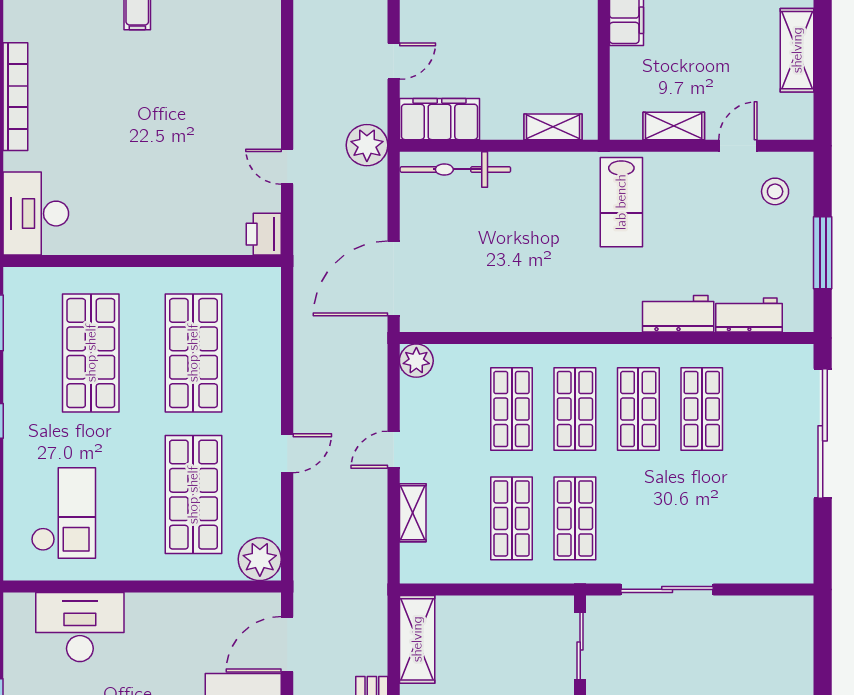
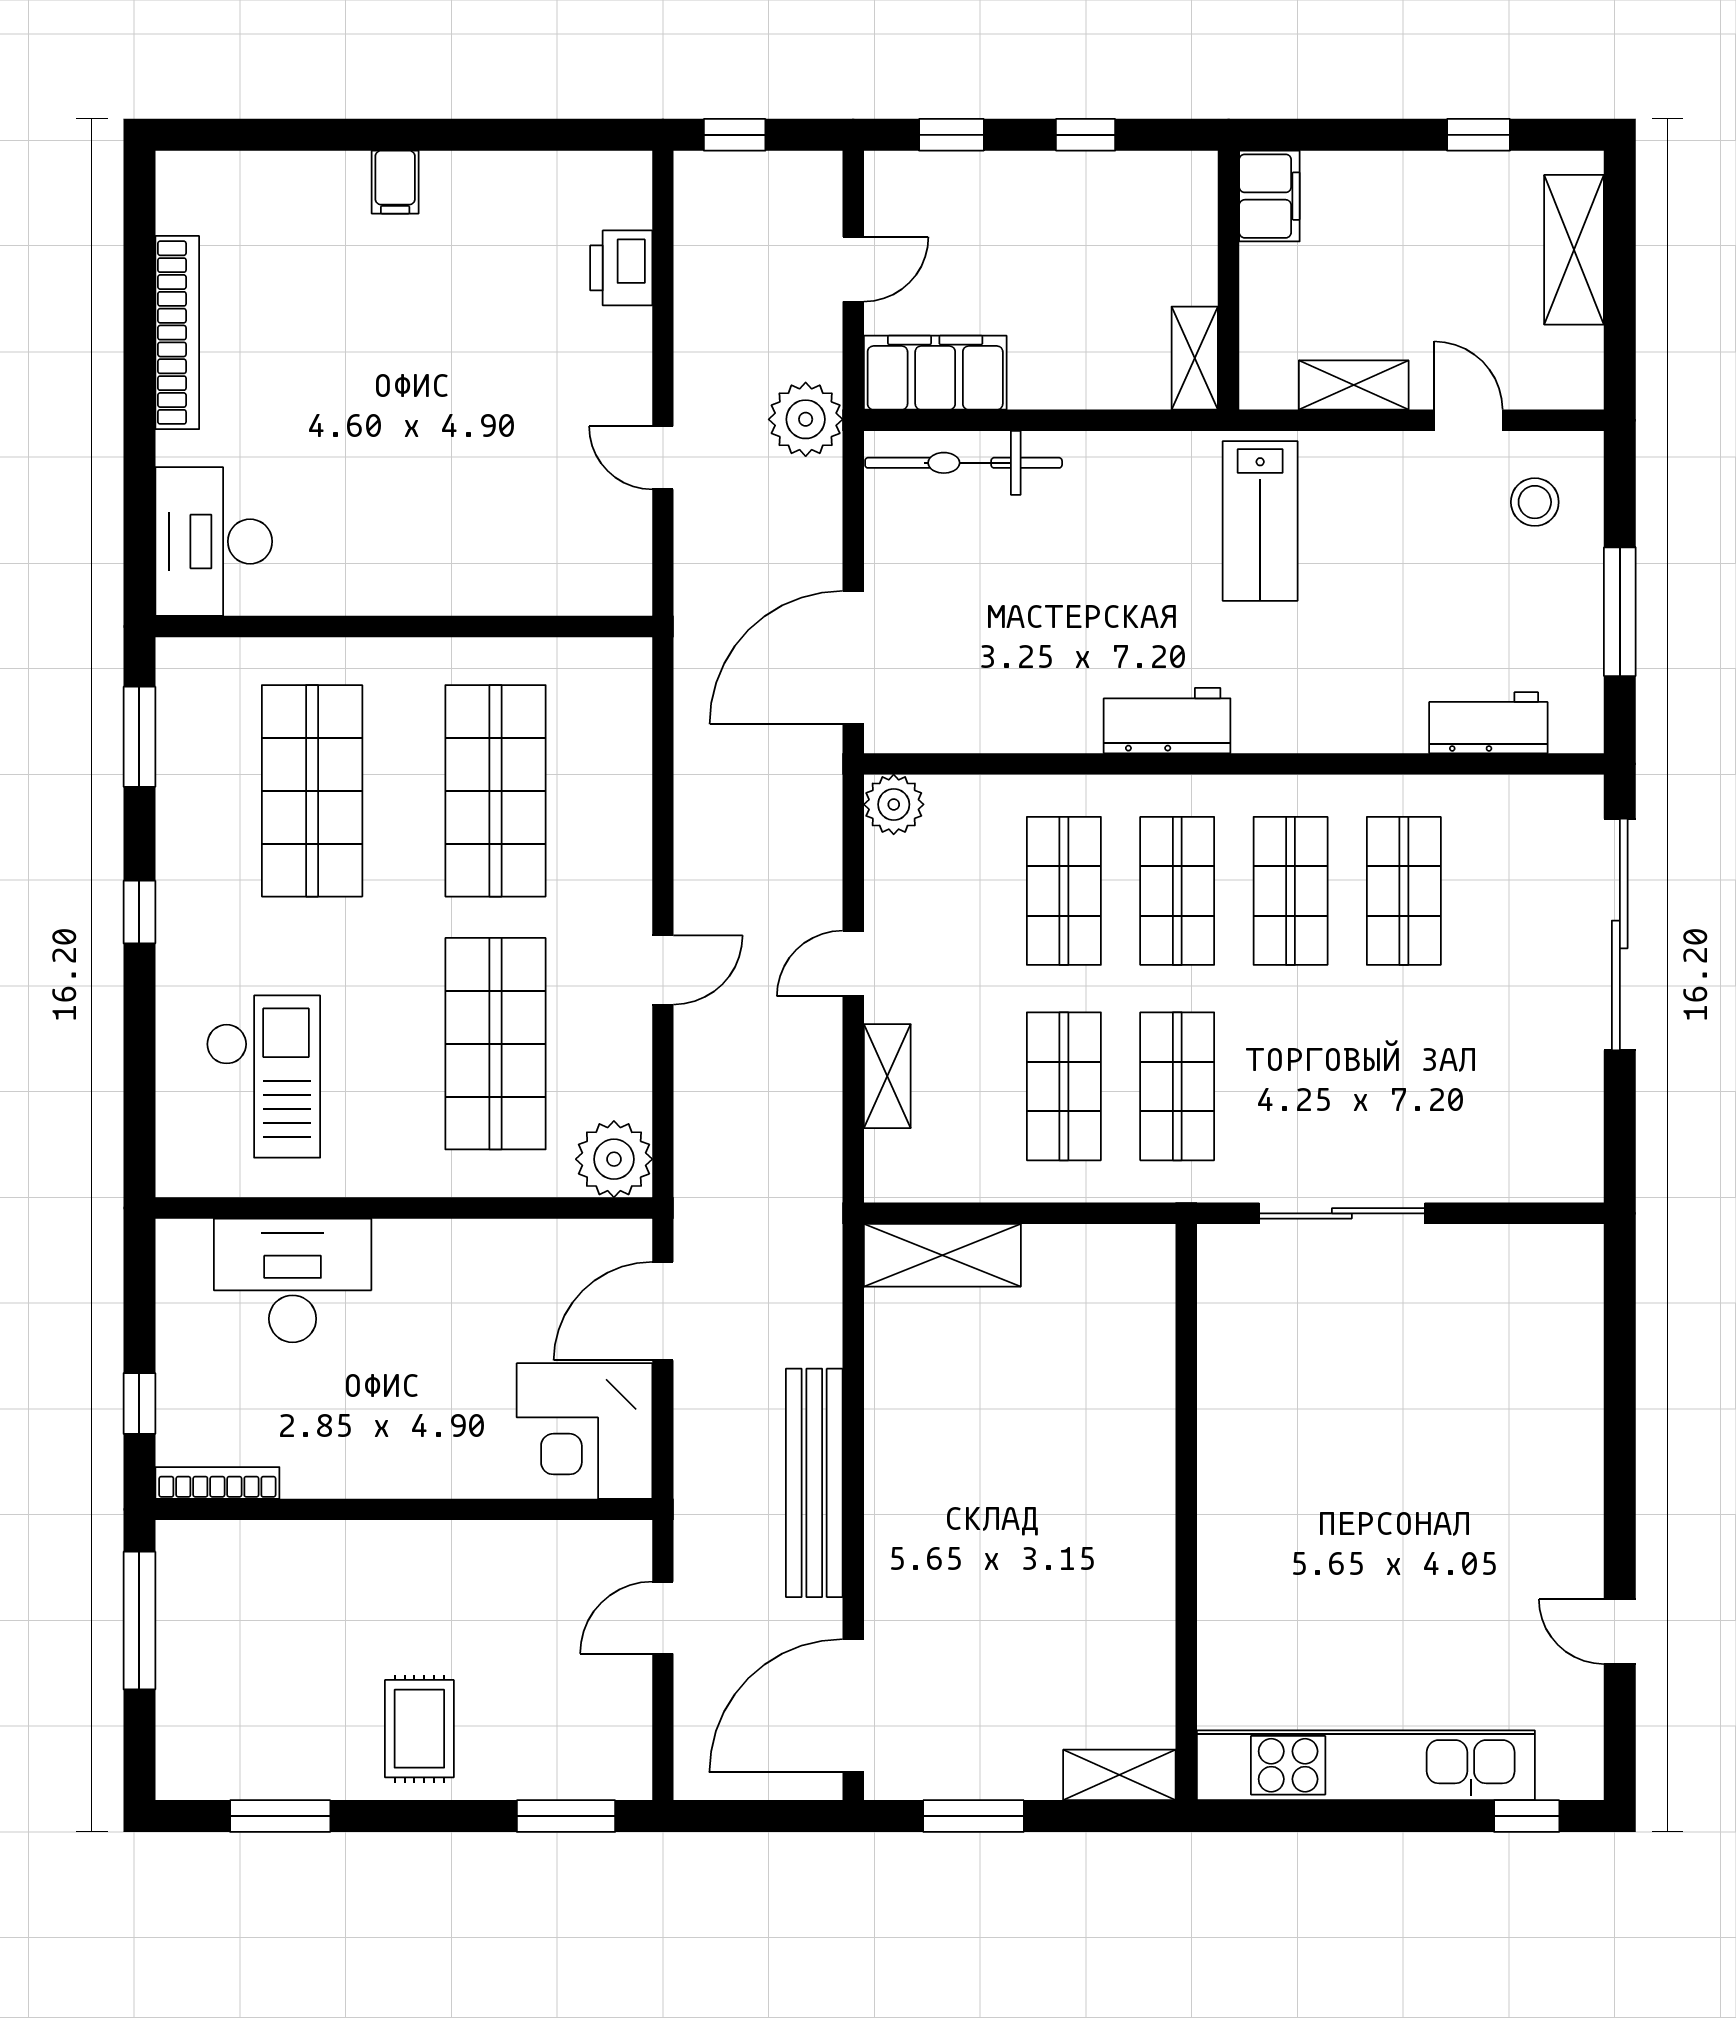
shelving: (553, 127) -> (1195, 358), moved, turned 90
door: (738, 146) -> (1468, 420), hinge flipped
printer: (264, 234) -> (621, 268), moved
workbench: (678, 314) -> (1167, 721), moved
shelving: (417, 639) -> (942, 1255), moved, turned 90
sliding door: (580, 646) -> (1186, 1314), removed

